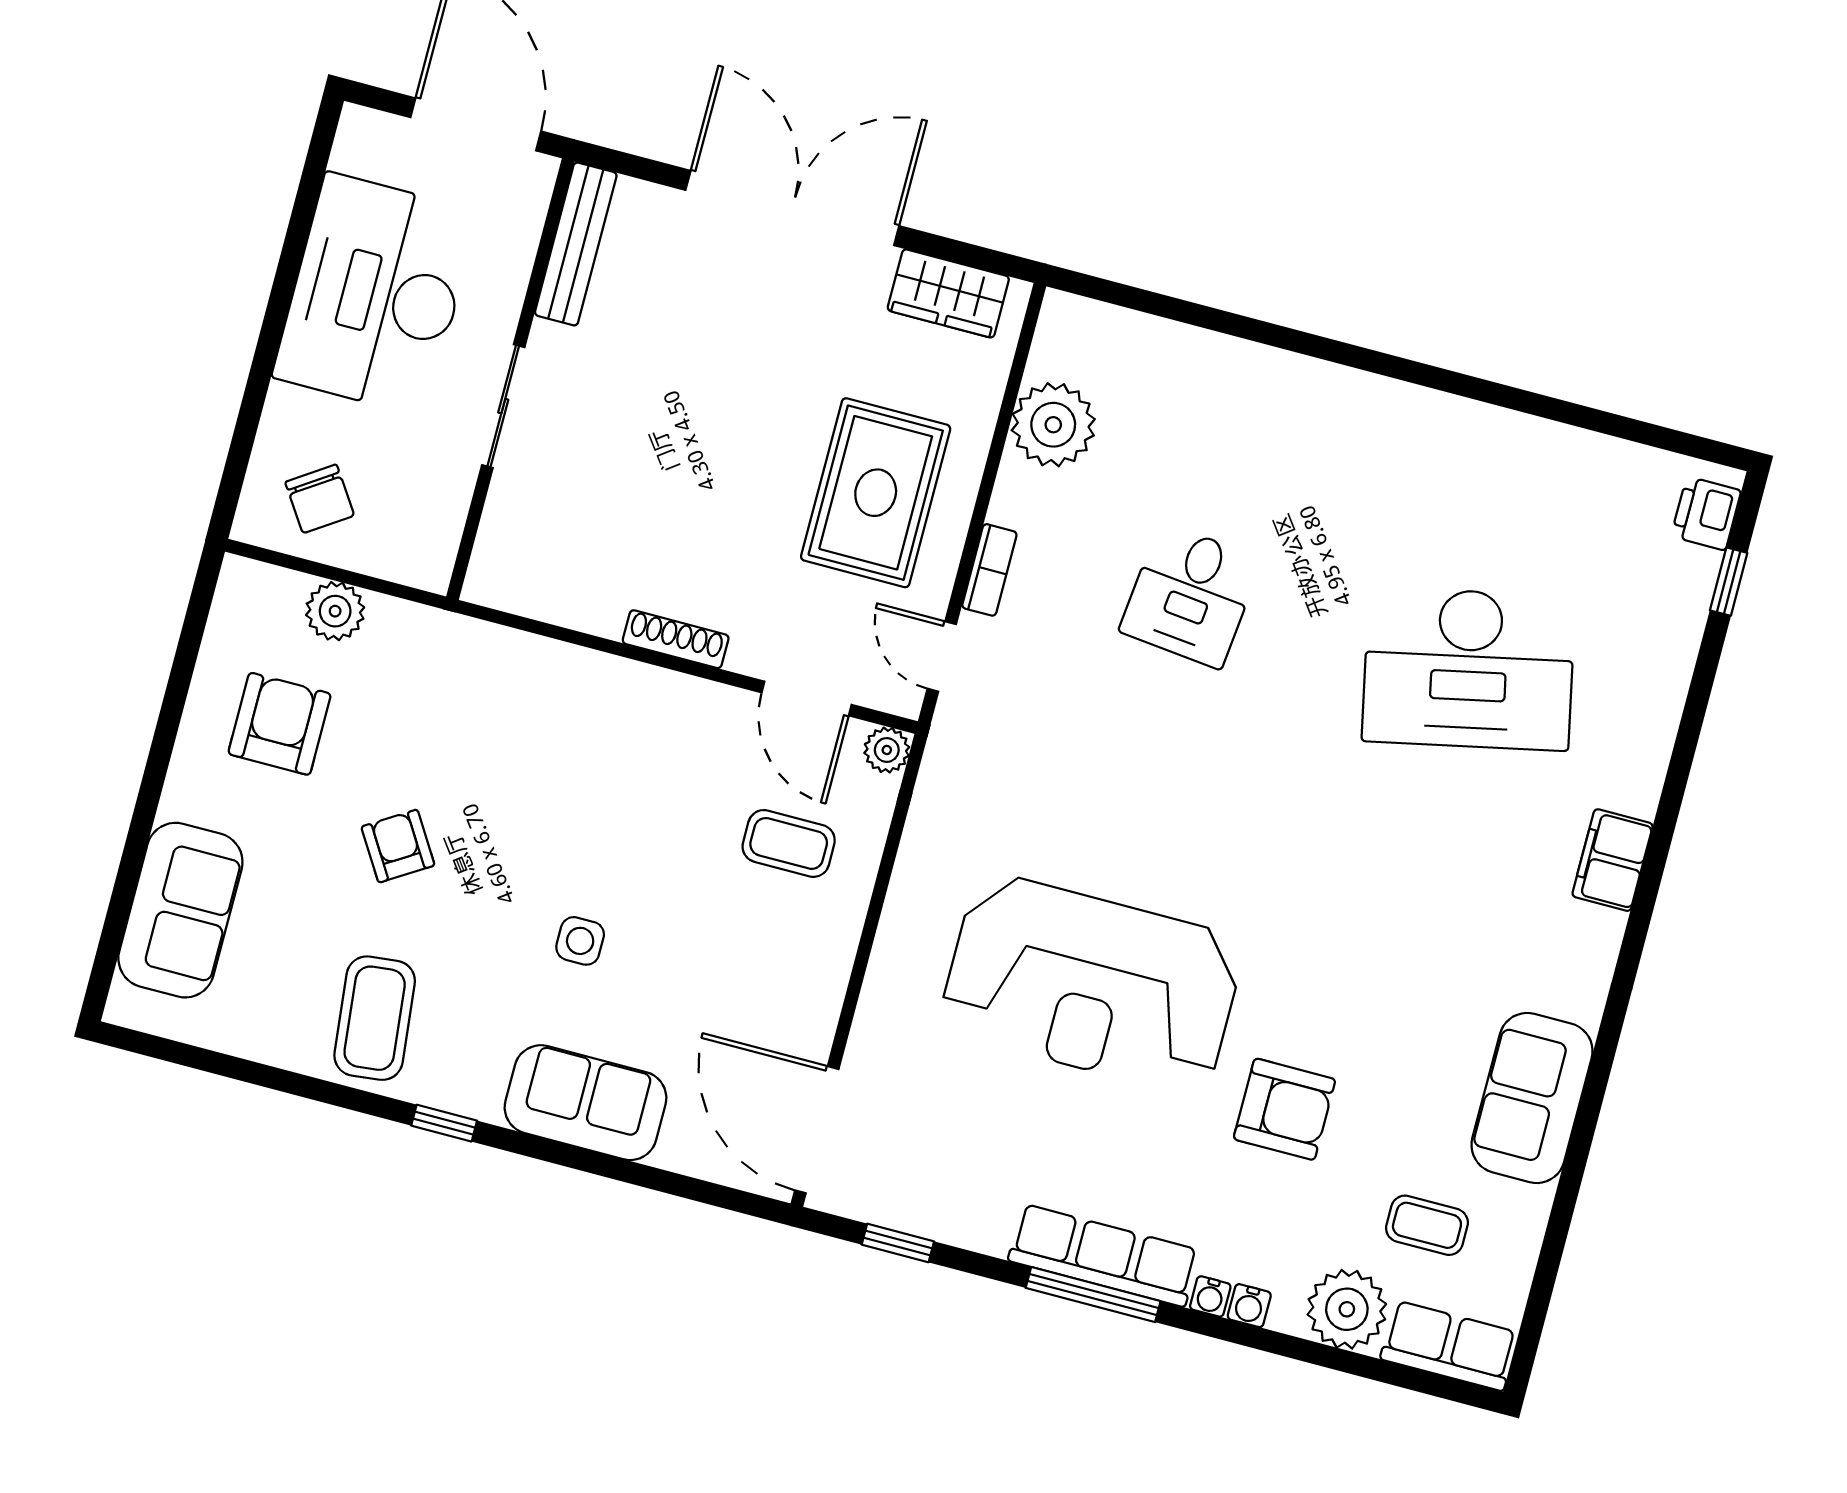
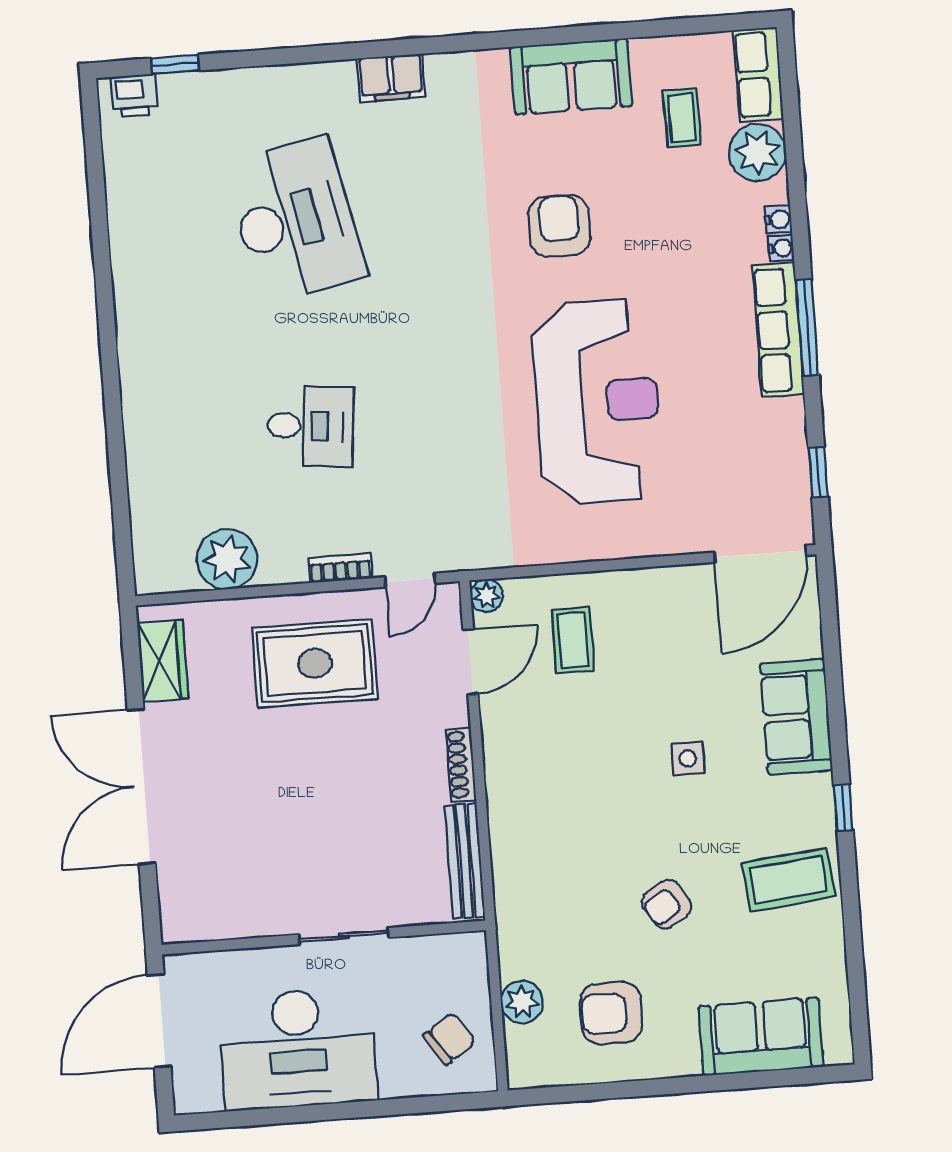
bench: (576, 244) -> (465, 861), moved, turned 90
armchair: (1284, 1109) -> (559, 226), moved

